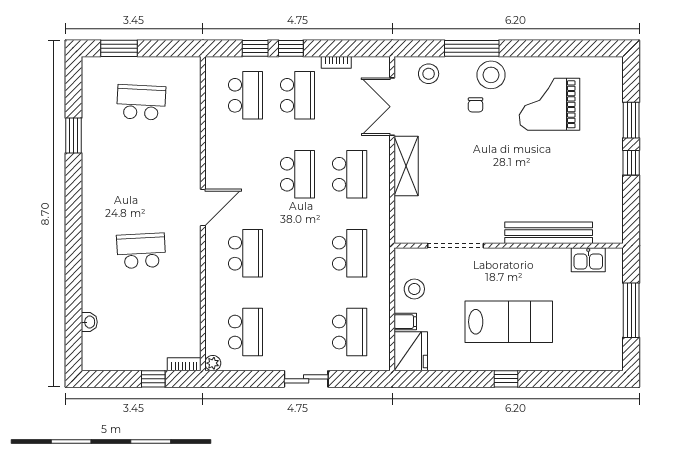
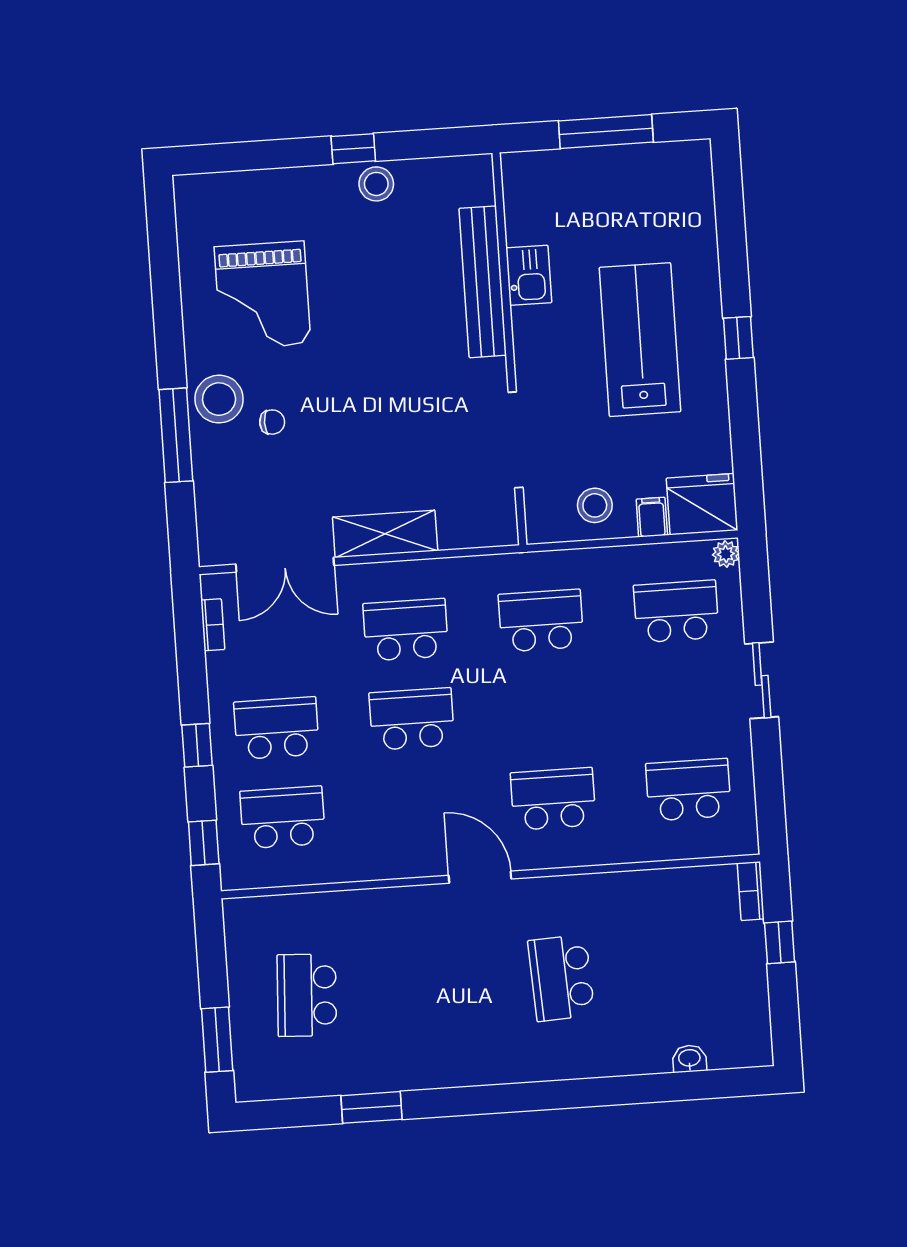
window: (255, 48) -> (204, 843), moved
bookcase: (336, 62) -> (213, 625), moved
stool: (429, 74) -> (376, 184), moved
window: (631, 120) -> (280, 154), removed
kitchen sink: (588, 260) -> (529, 275), moved
plant: (213, 363) -> (726, 554), moved

